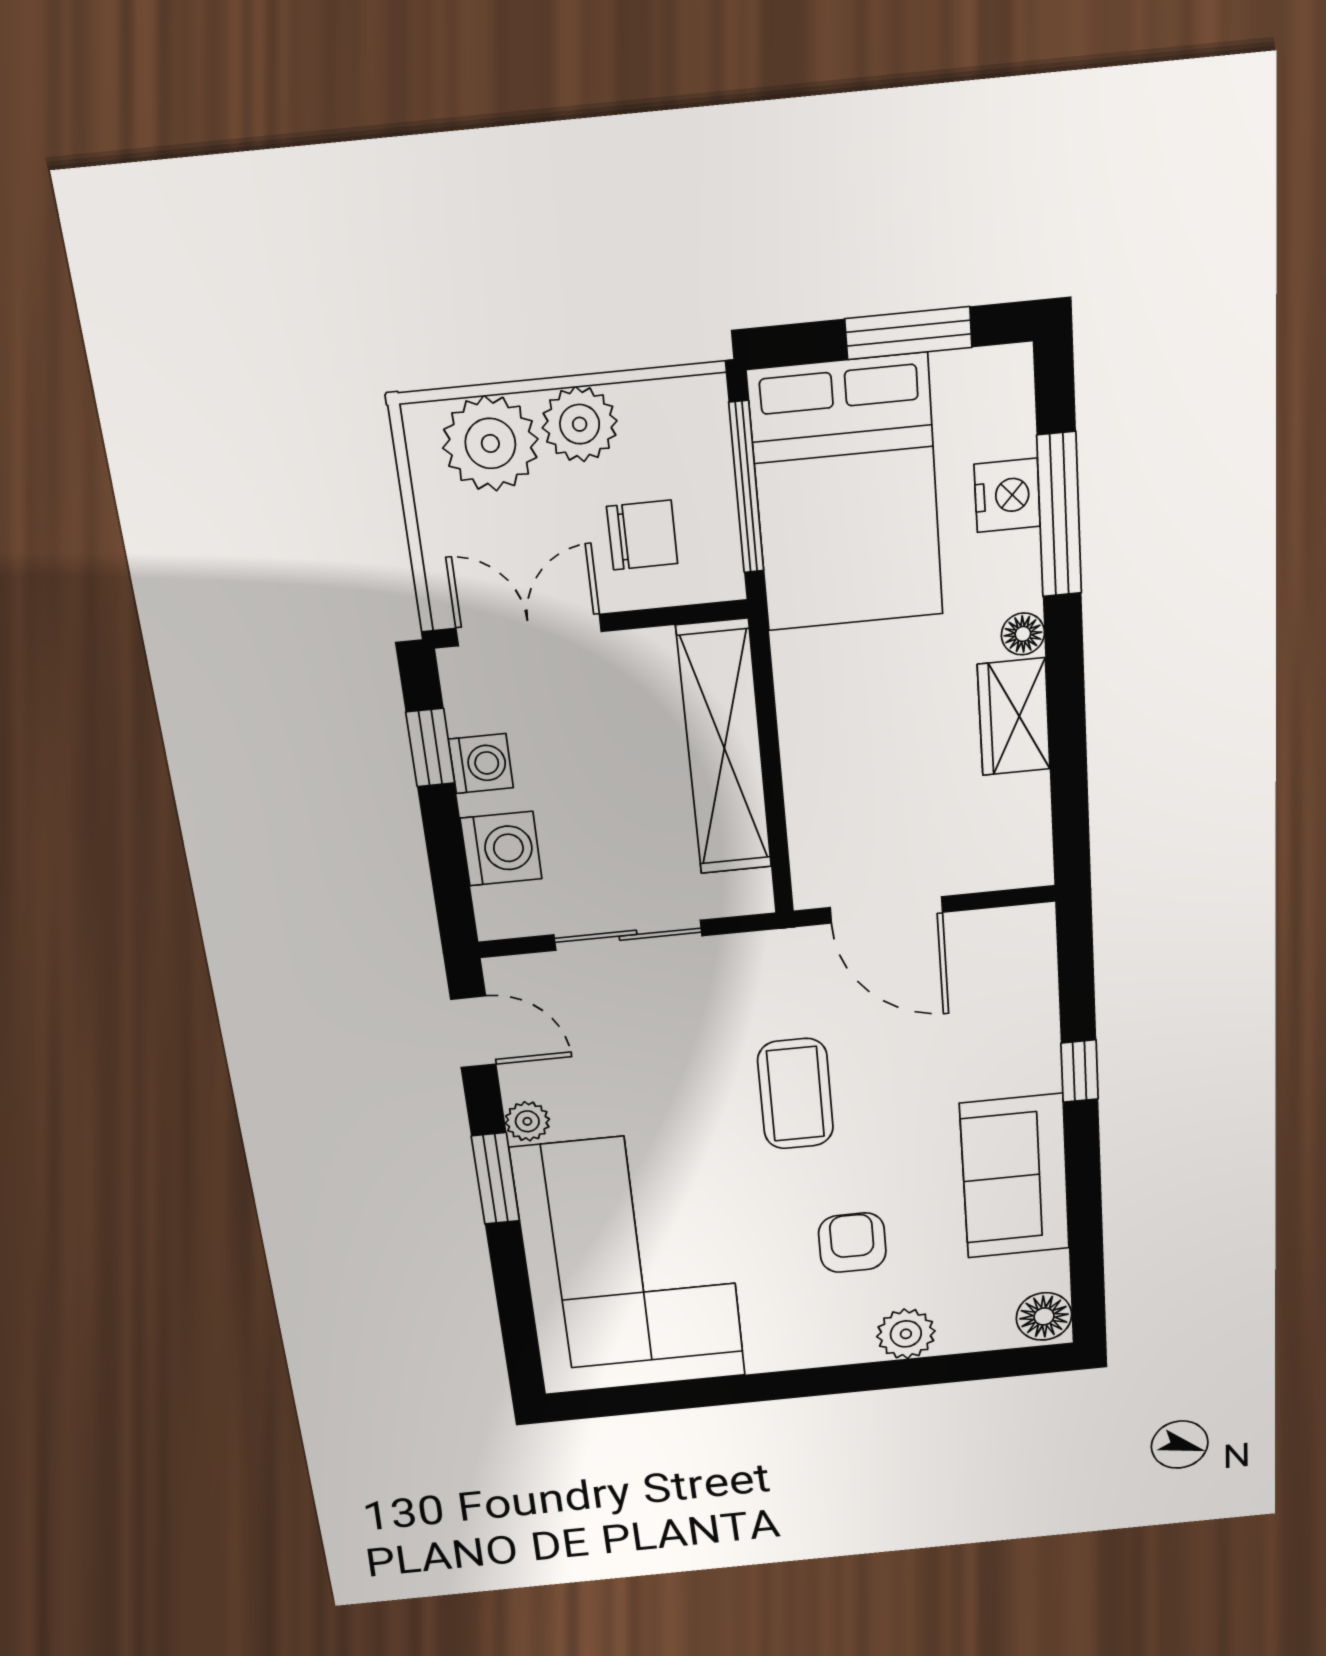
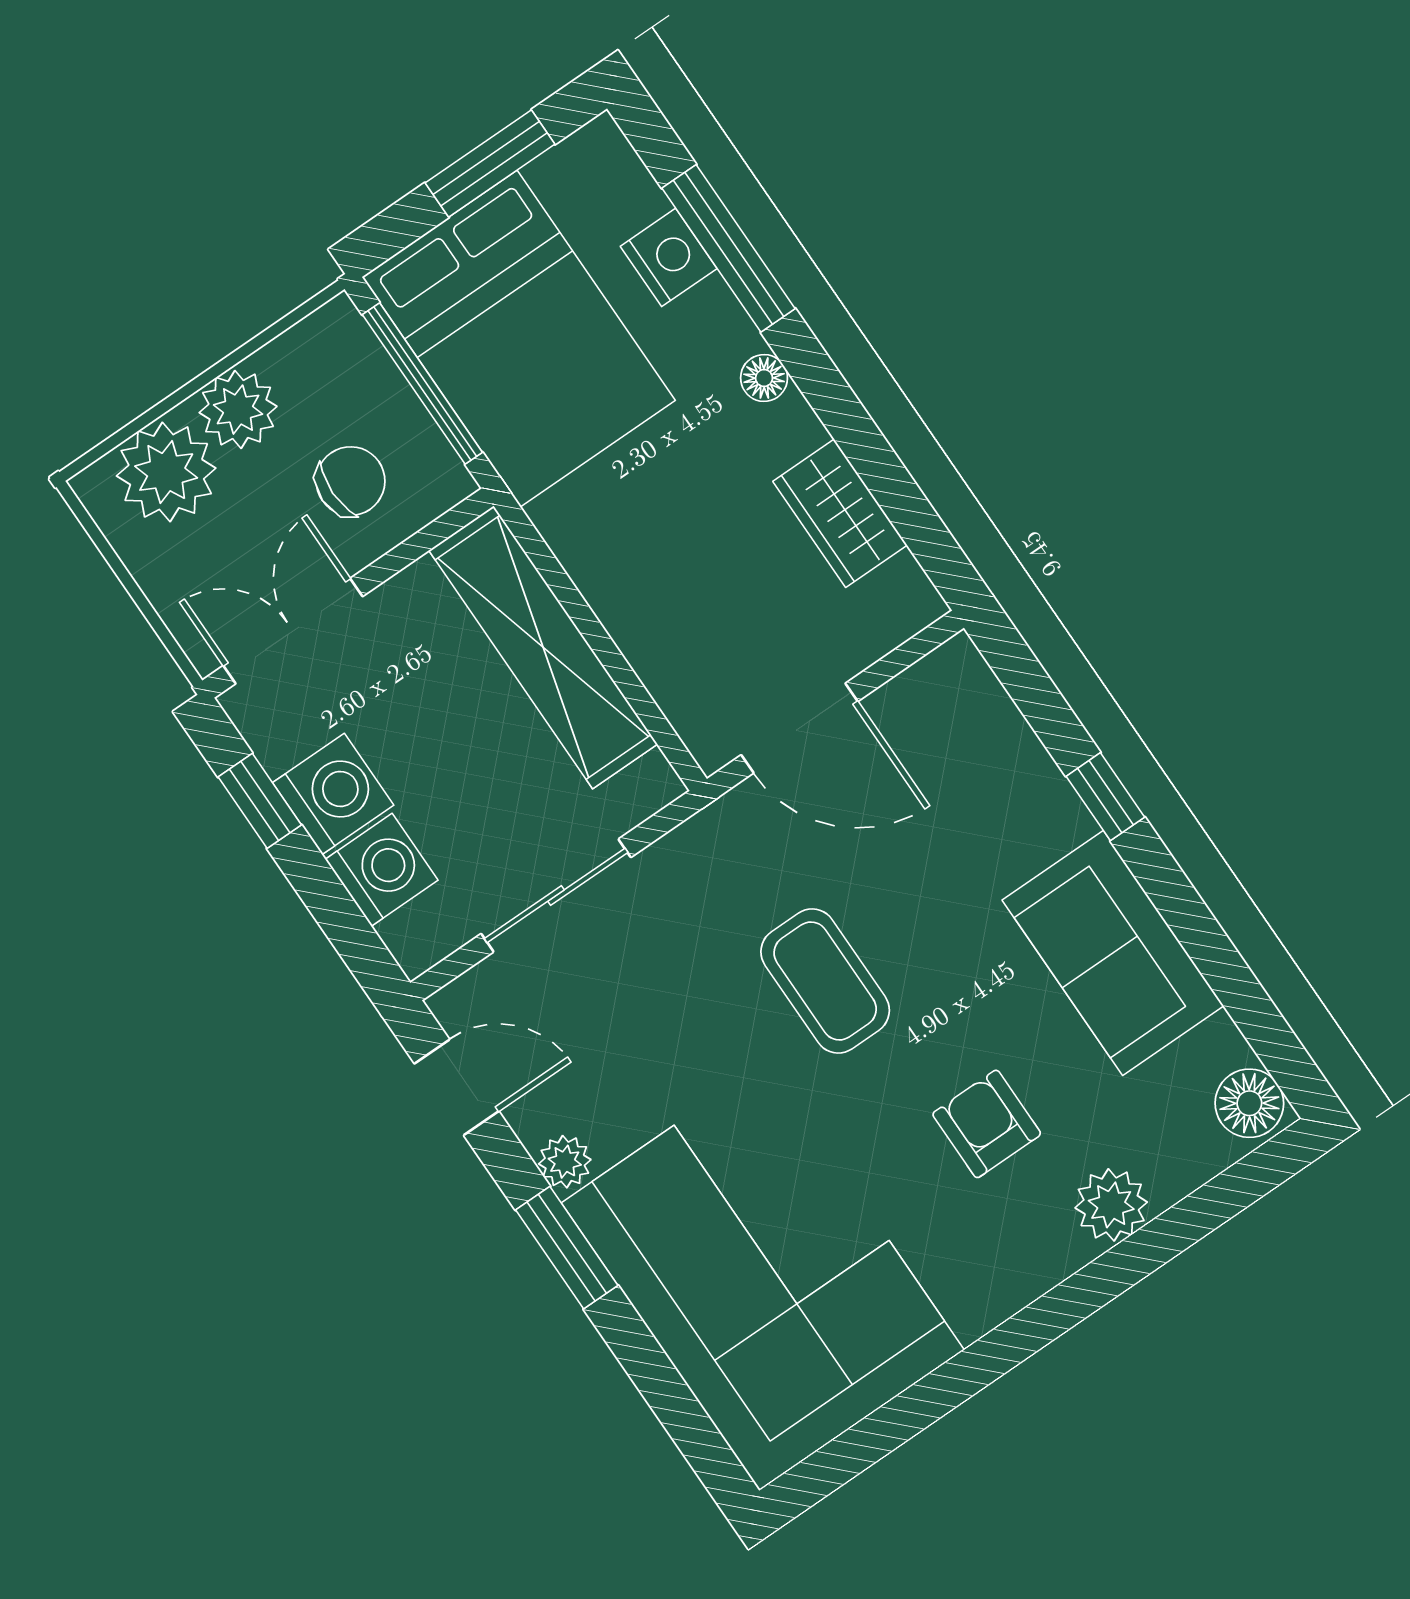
wardrobe: (1014, 717) -> (840, 513), moved
washing machine: (481, 763) -> (333, 794), width x1.38, depth x1.38

